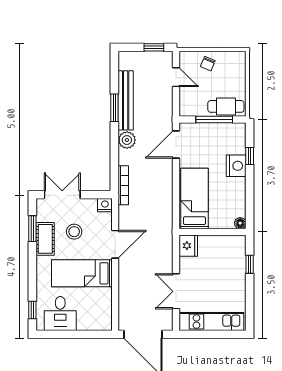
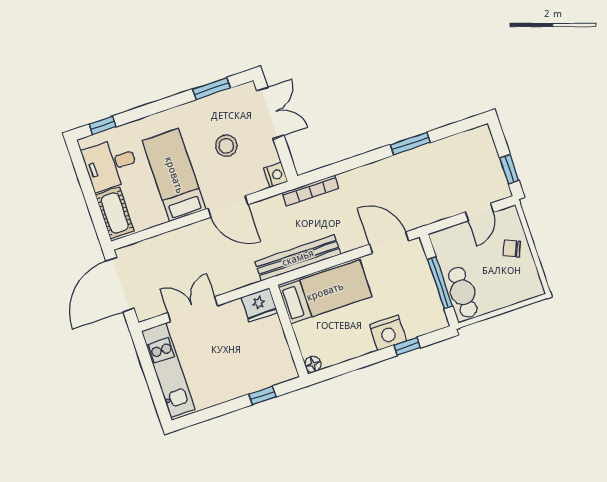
bench: (126, 100) -> (298, 258), moved
plant: (127, 140) -> (373, 175), removed
cot: (45, 239) -> (115, 213), moved, turned 90

